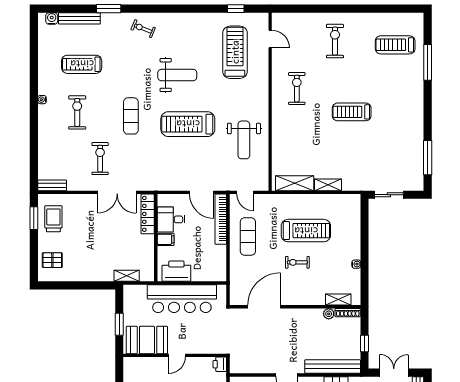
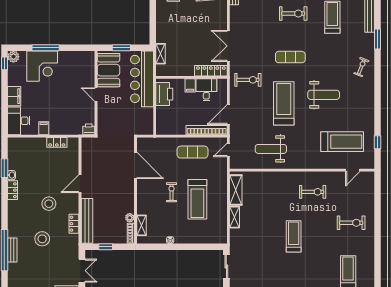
weight bench: (177, 75) -> (324, 95), turned -90
exercise bike: (100, 159) -> (248, 80), moved
bar counter: (182, 299) -> (142, 79), moved

